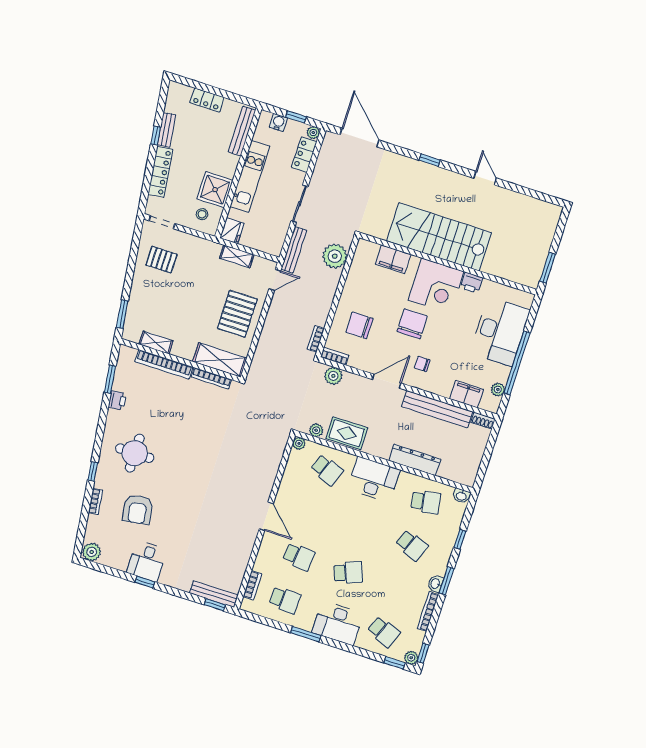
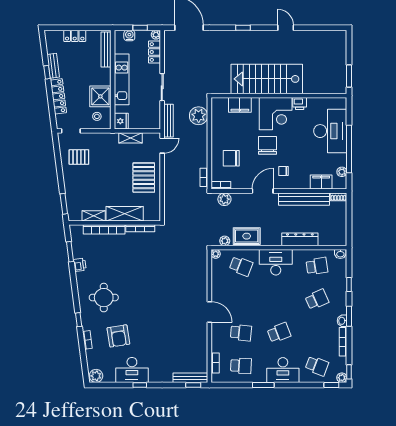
shelving: (220, 360) -> (125, 214), moved
school desk: (412, 545) -> (317, 299), turned -45
desk: (147, 561) -> (132, 370), width x1.37

